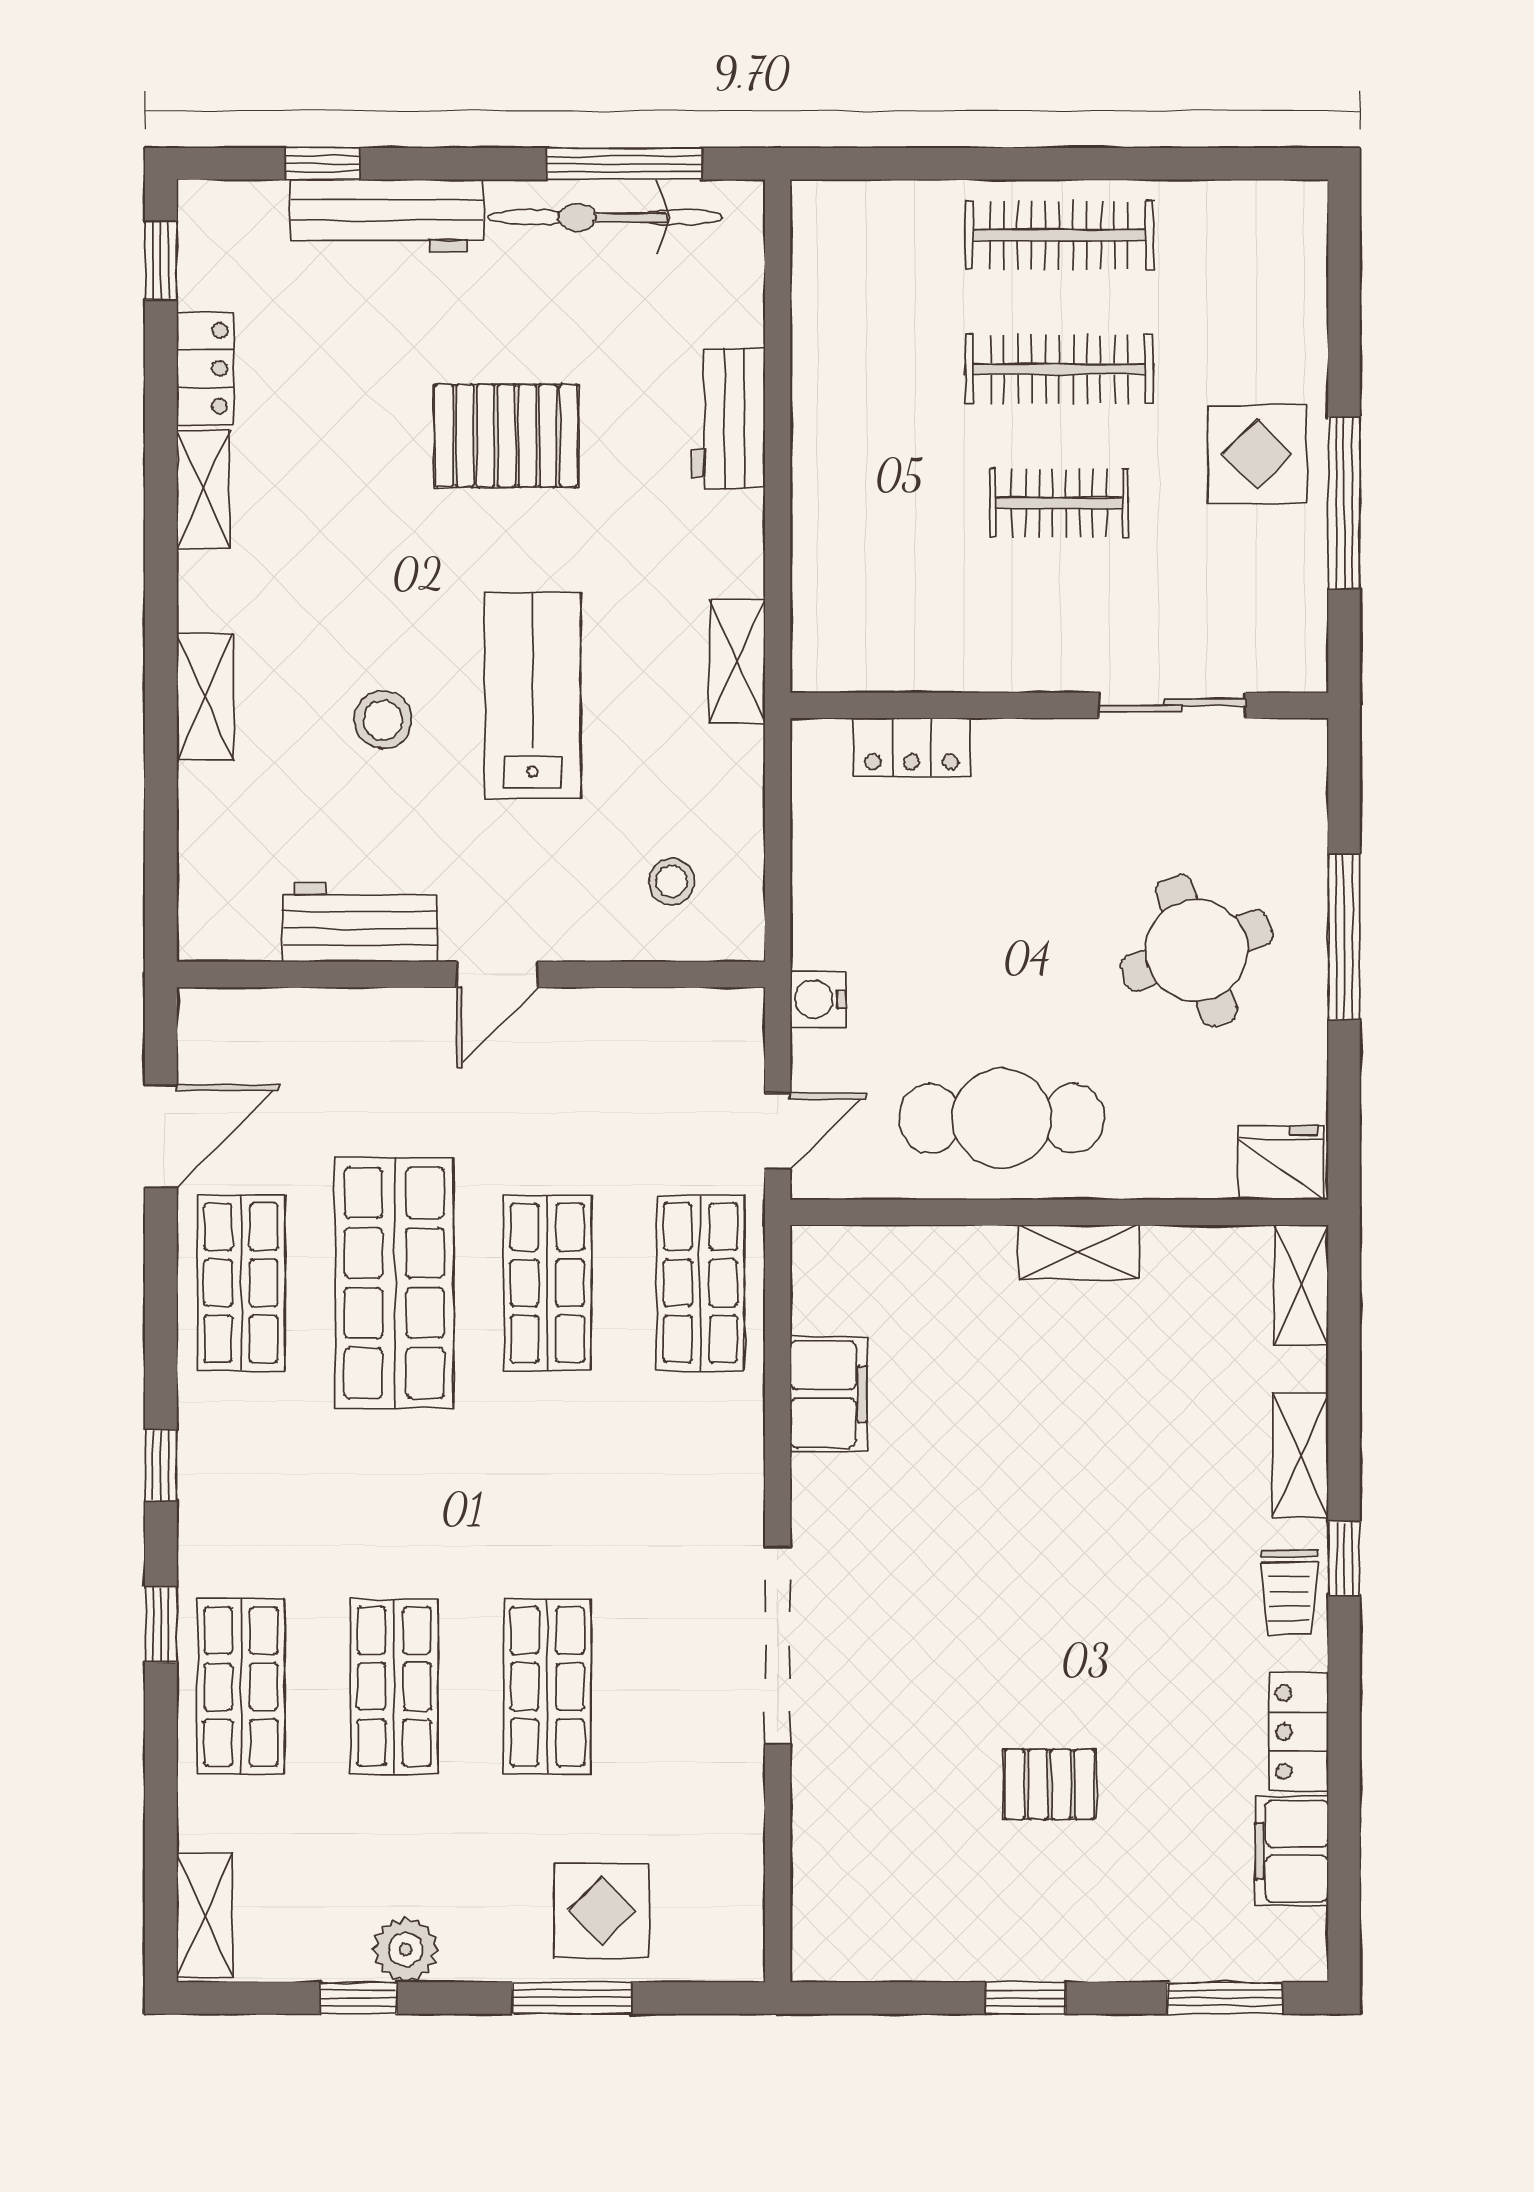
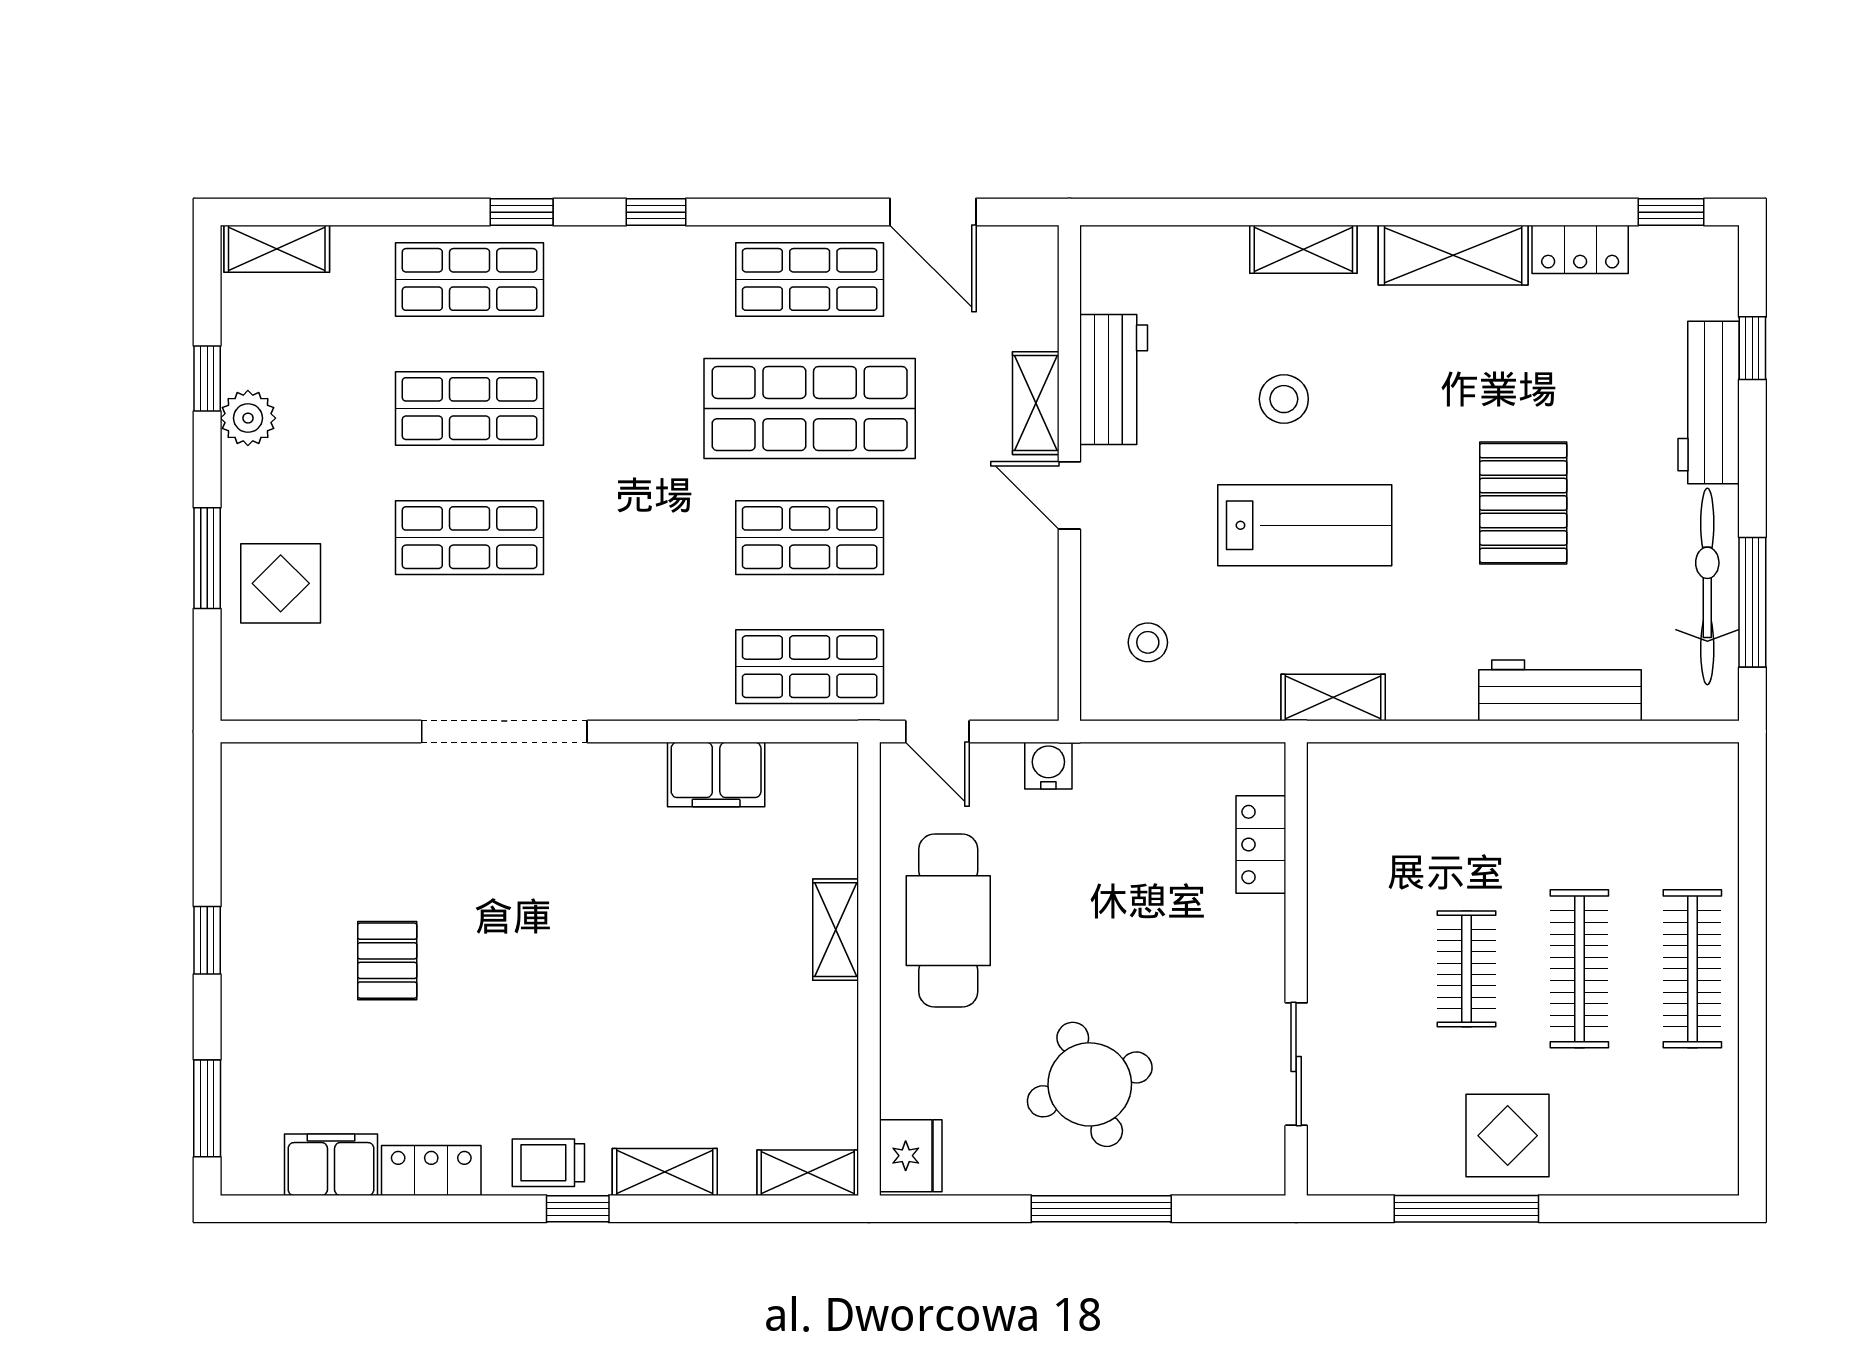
workbench: (729, 418) -> (1560, 690), width x1.37
shelving: (203, 489) -> (1453, 255), width x1.50, depth x1.33
shelving: (388, 1015) -> (1036, 403), added
shelving: (1079, 1252) -> (836, 930), moved

